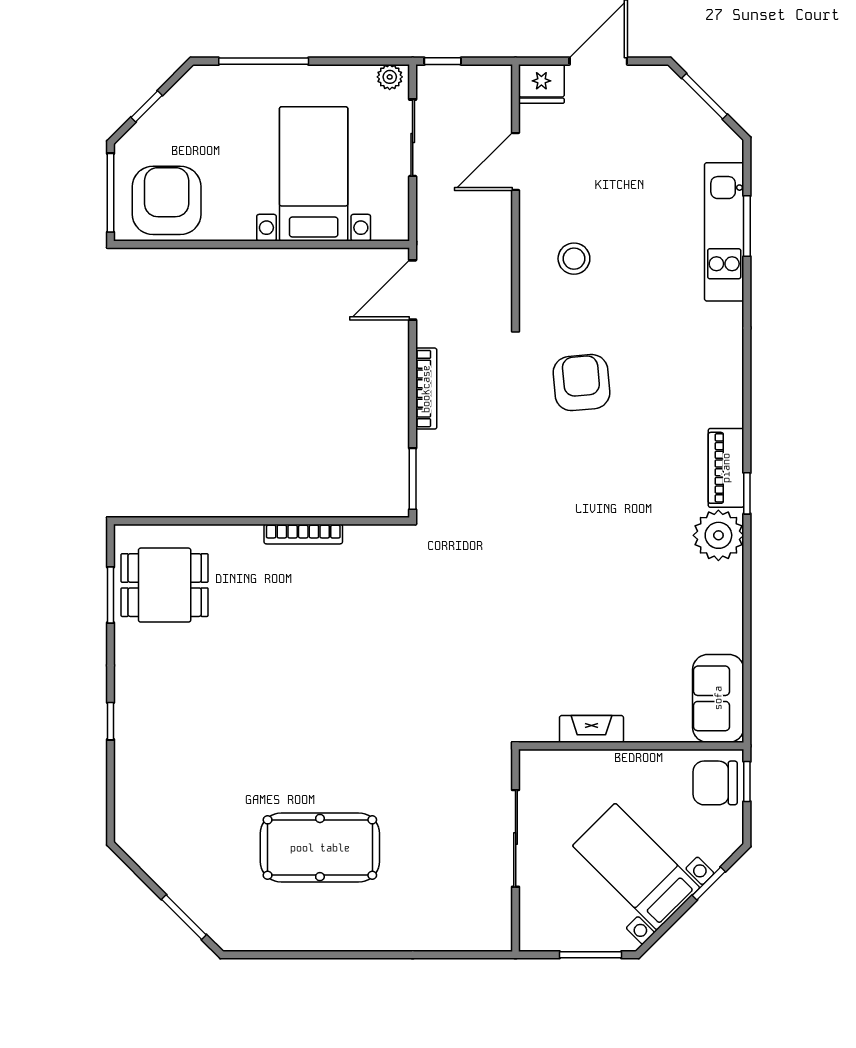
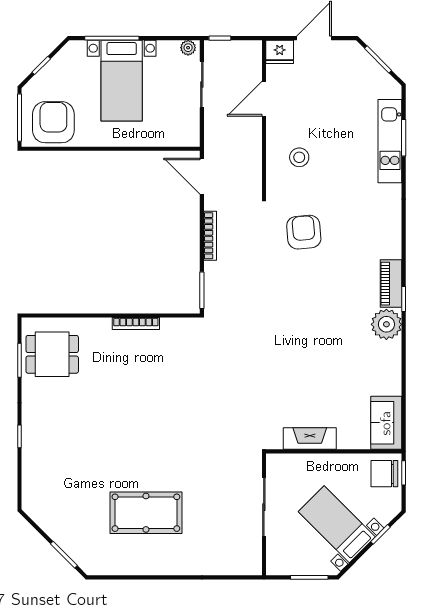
bed with nightstands: (314, 174) -> (122, 81), moved, turned 180
door: (413, 290) -> (202, 176), hinge flipped
fireplace: (591, 729) -> (310, 439), width x1.37, depth x1.32

